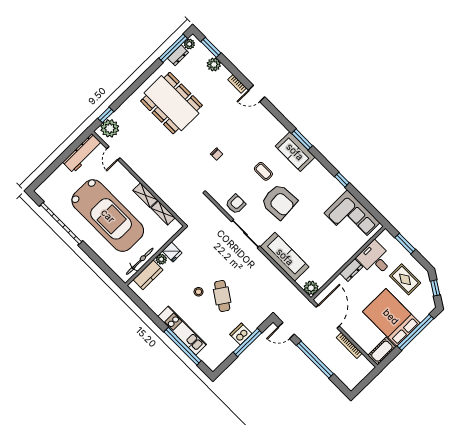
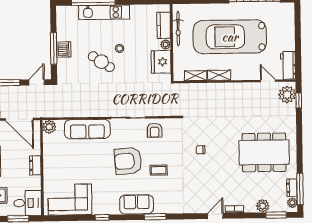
sofa: (295, 152) -> (137, 204), moved
workbench: (83, 153) -> (288, 65), width x0.73
fridge: (172, 252) -> (161, 62), width x1.88, depth x1.34
desk: (375, 259) -> (28, 203), moved

